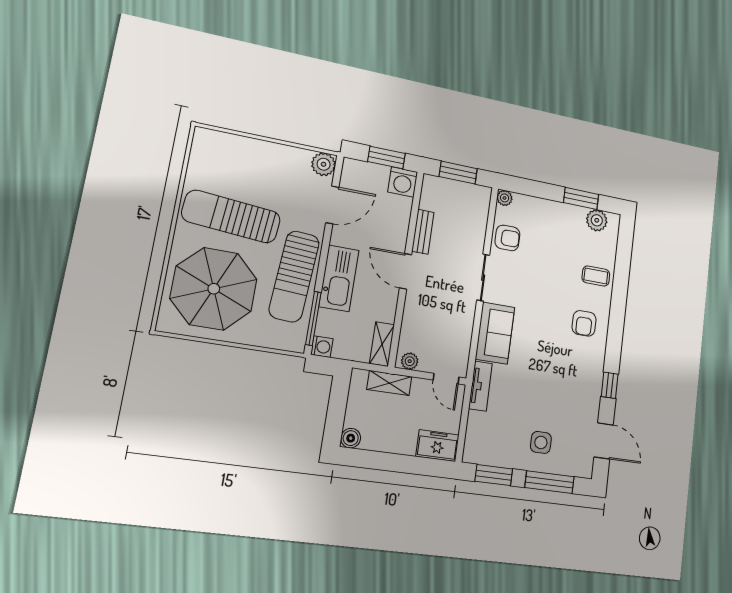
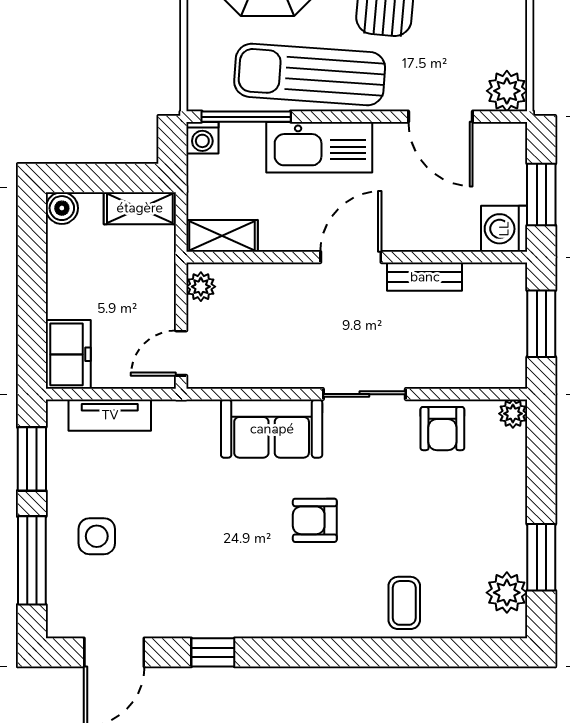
armchair: (584, 323) -> (315, 520), moved
shelving: (389, 383) -> (140, 208), moved, turned 90
tv unit: (480, 386) -> (110, 415), moved

